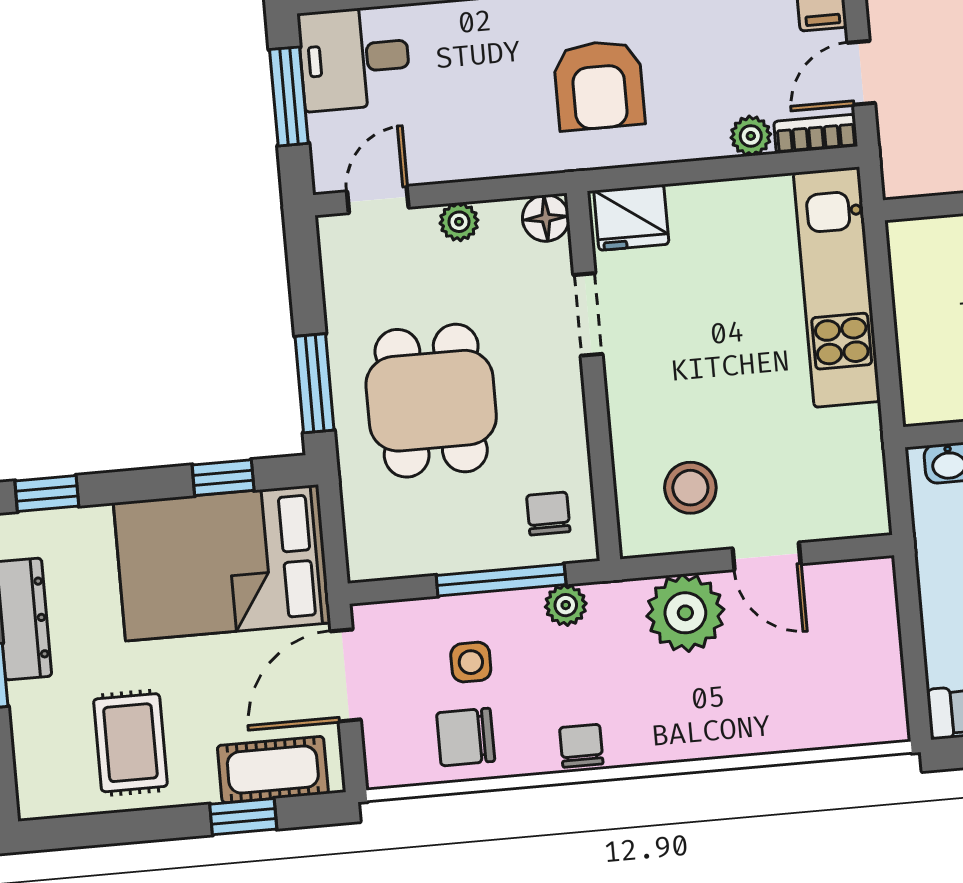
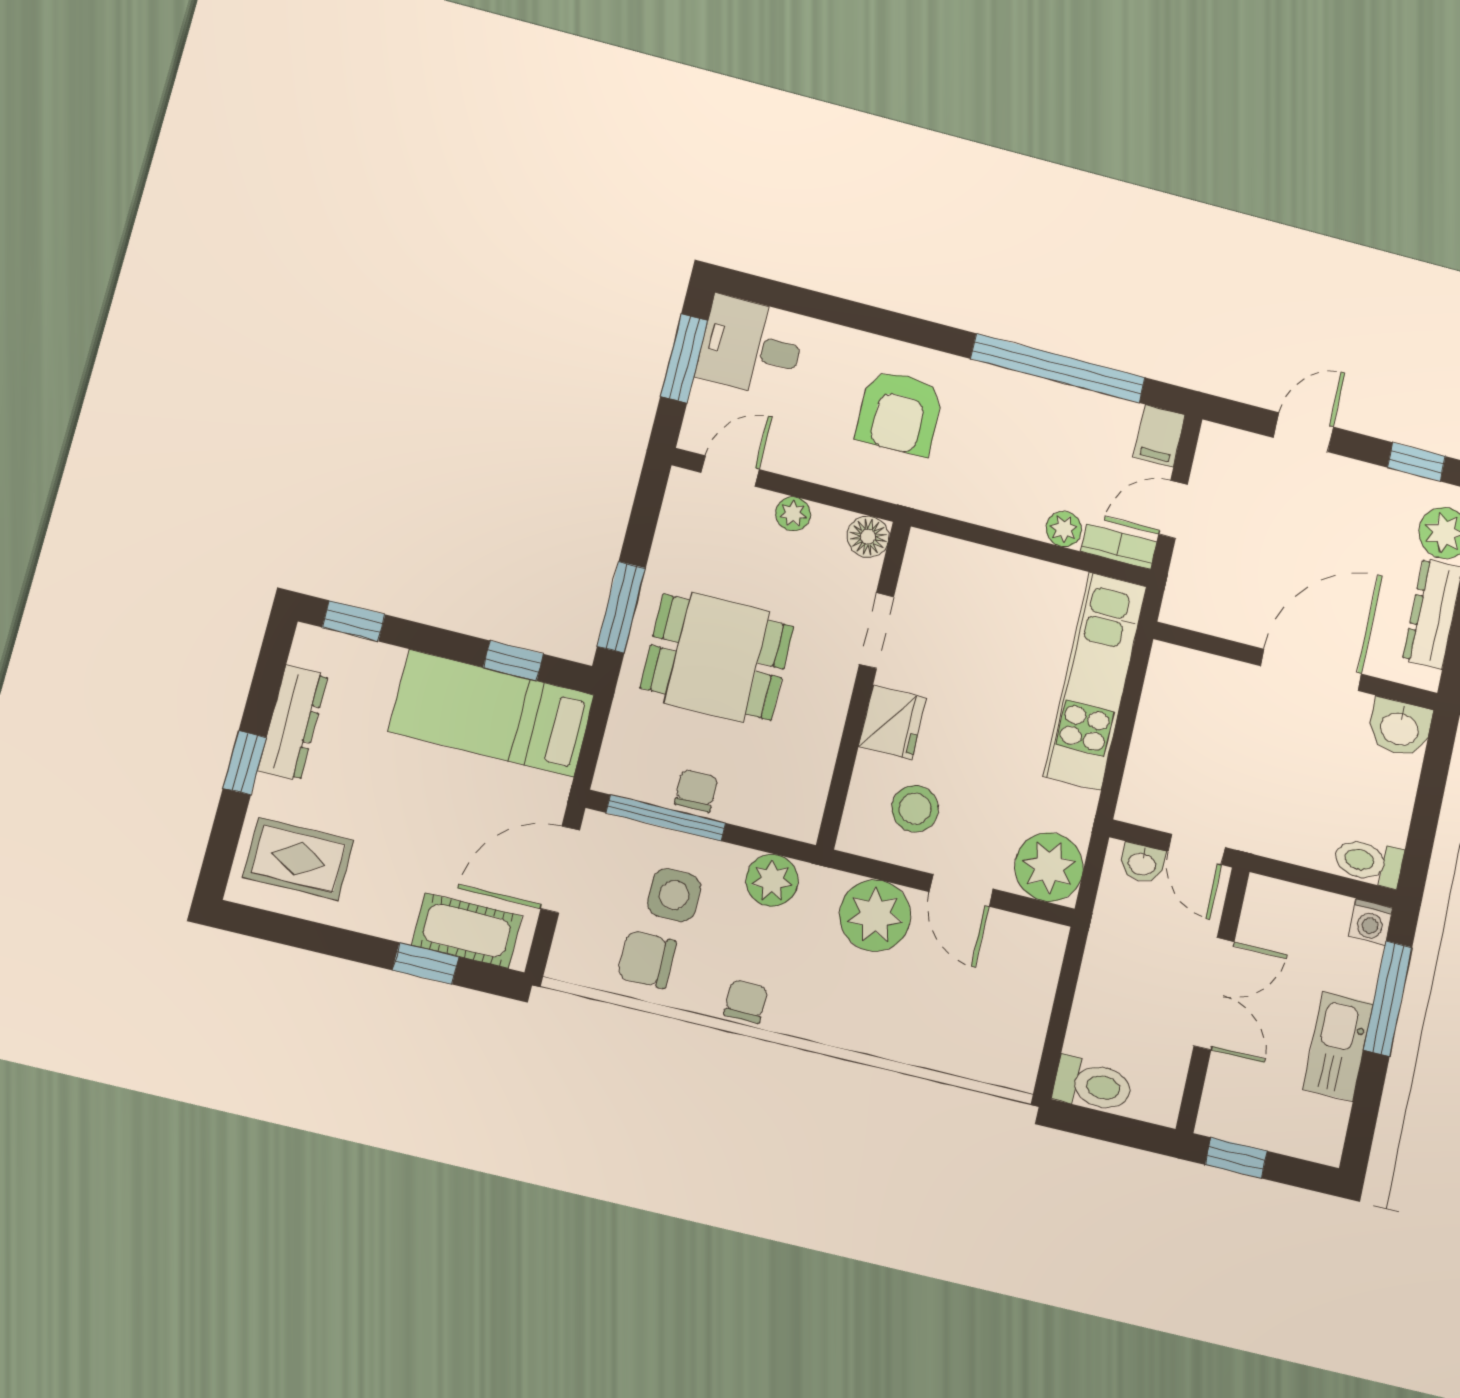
armchair: (599, 85) -> (900, 413), moved
fridge: (631, 217) -> (892, 722), moved, turned -90
dining table: (431, 401) -> (717, 657), turned 90
plant: (851, 501) -> (1049, 867), added
chair: (548, 513) -> (696, 791), moved
bed: (222, 563) -> (492, 713), width x0.67
window: (501, 580) -> (666, 818), moved
plant: (566, 605) -> (772, 880), width x1.38, depth x1.38
side table: (471, 662) -> (674, 895), width x1.37, depth x1.37
rug: (130, 743) -> (298, 859), moved, turned 90

